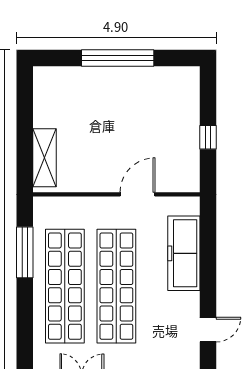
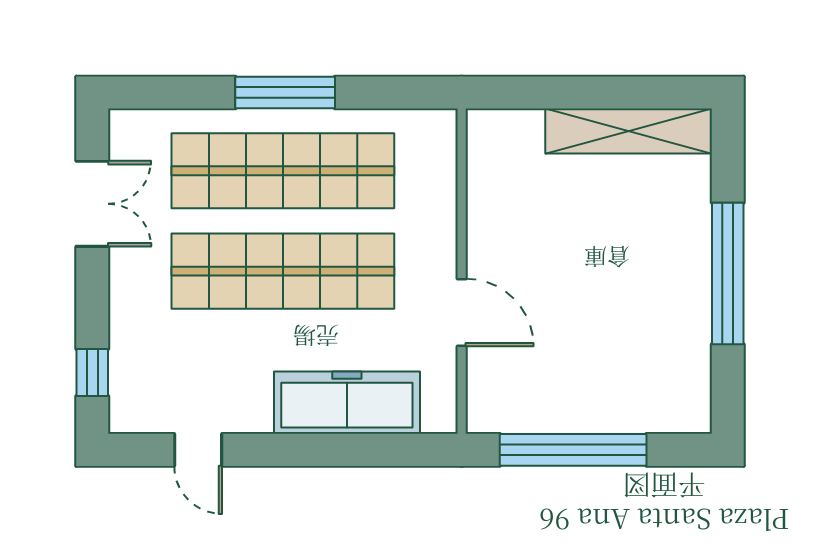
window: (208, 137) -> (573, 450), width x3.17
shelving: (45, 158) -> (629, 131), moved, width x1.47
window: (25, 252) -> (285, 92), moved

